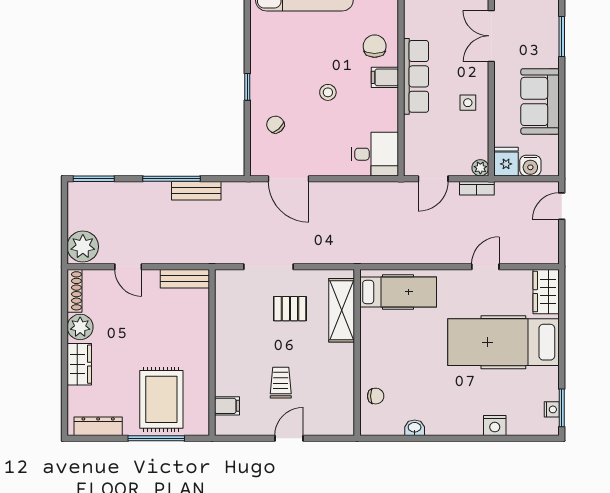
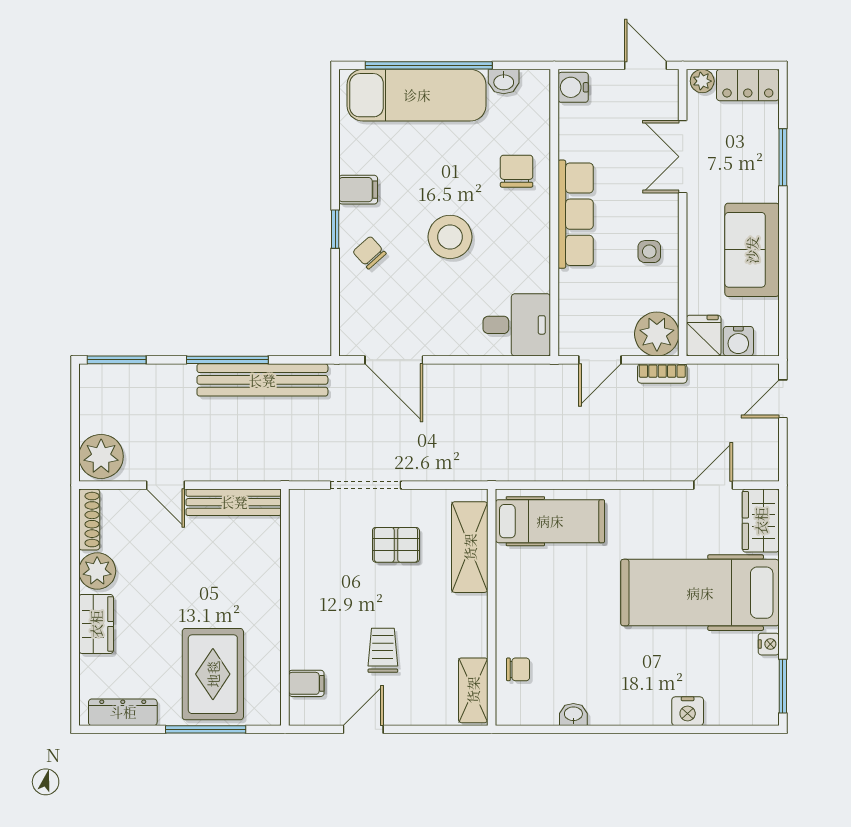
filing cabinet: (385, 77) -> (358, 190), moved, turned 180
stool: (328, 92) -> (450, 237), width x1.89, depth x1.89
chair: (275, 125) -> (369, 253), moved
plant: (480, 168) -> (657, 334), width x1.88, depth x1.88
bench: (196, 191) -> (262, 380), width x1.86, depth x1.21
door: (485, 267) -> (713, 485), moved
bench: (185, 279) -> (234, 502), width x1.36
nightstand: (552, 409) -> (769, 644), moved
shelving: (344, 411) -> (473, 690), added
door: (289, 438) -> (363, 729), moved

